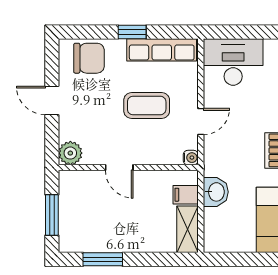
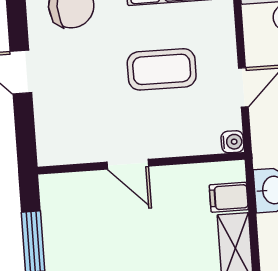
plant: (70, 153) -> (54, 148), removed

